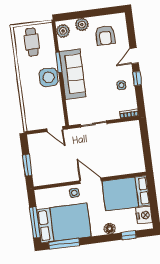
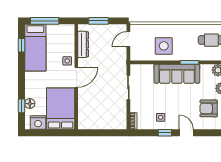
side table: (49, 77) -> (164, 46), moved
door: (55, 129) -> (128, 39), moved
dresser: (54, 178) -> (83, 44), added
bed: (64, 223) -> (35, 48), width x0.67
floor lamp: (110, 229) -> (30, 104), moved
window: (64, 244) -> (21, 45), width x0.46

